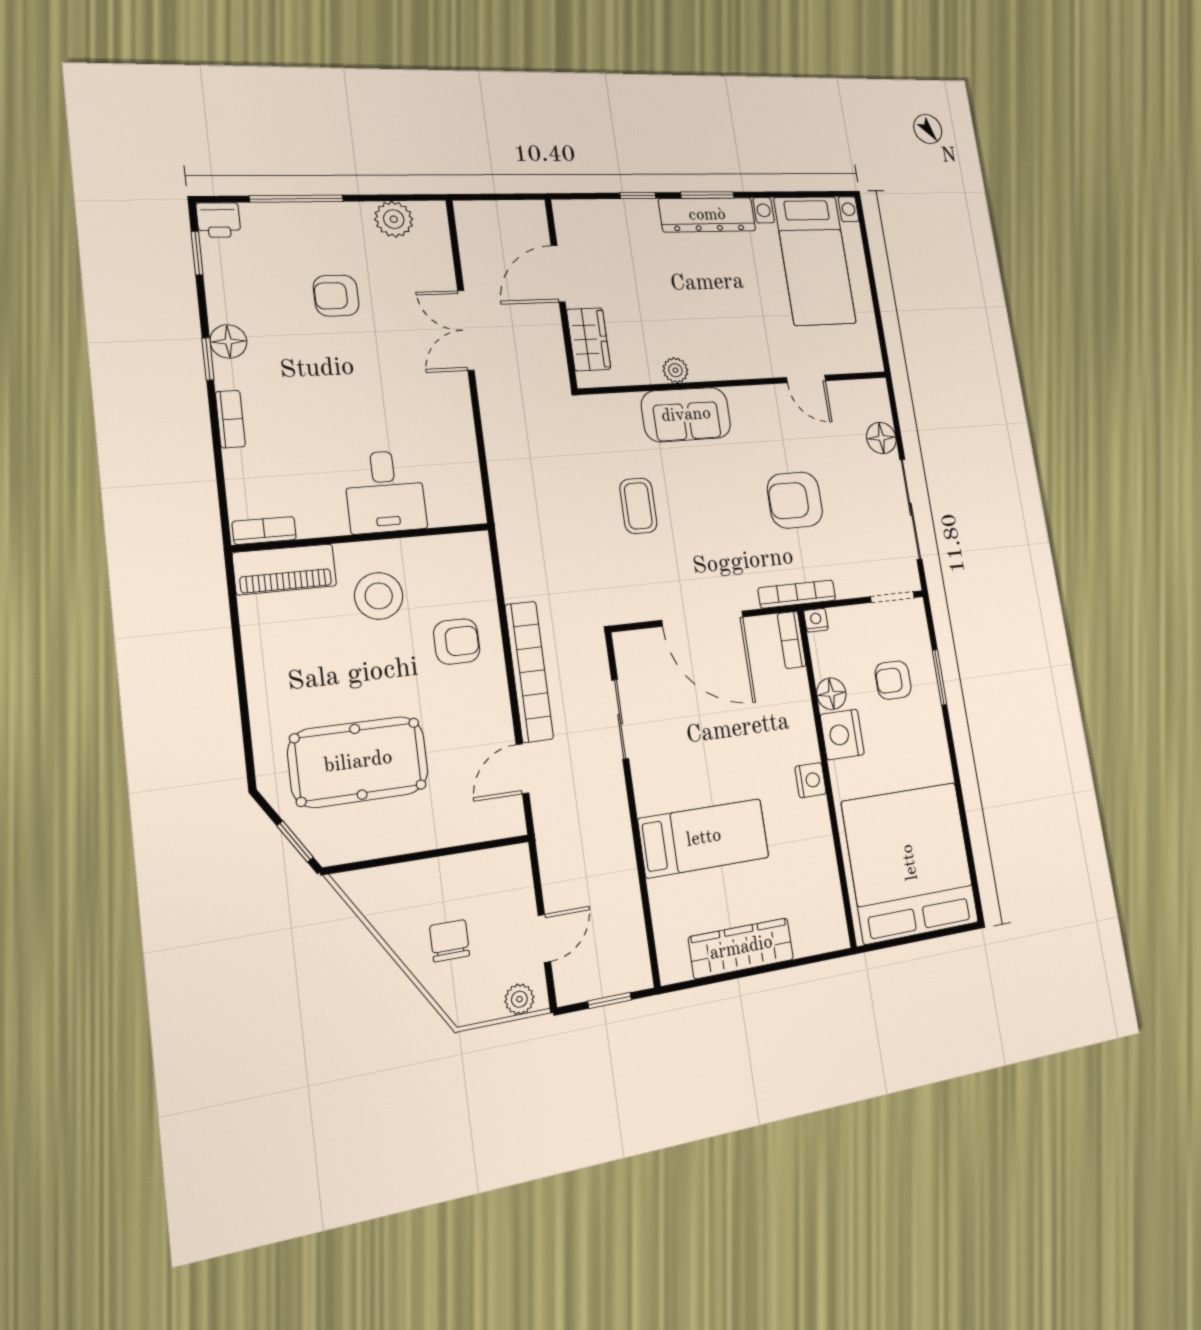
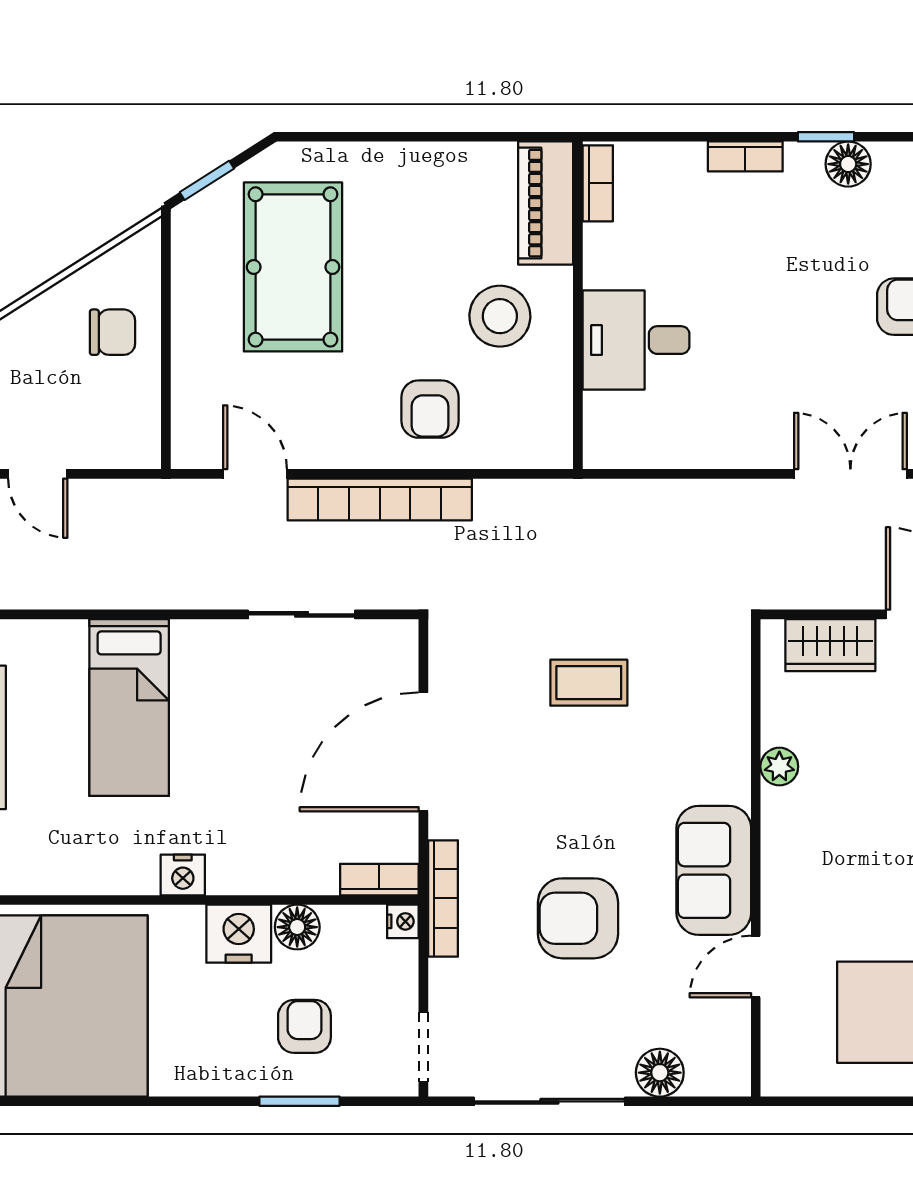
sofa: (686, 415) -> (714, 870), moved
armchair: (795, 500) -> (578, 918), turned -90
chair: (450, 941) -> (112, 332), moved

